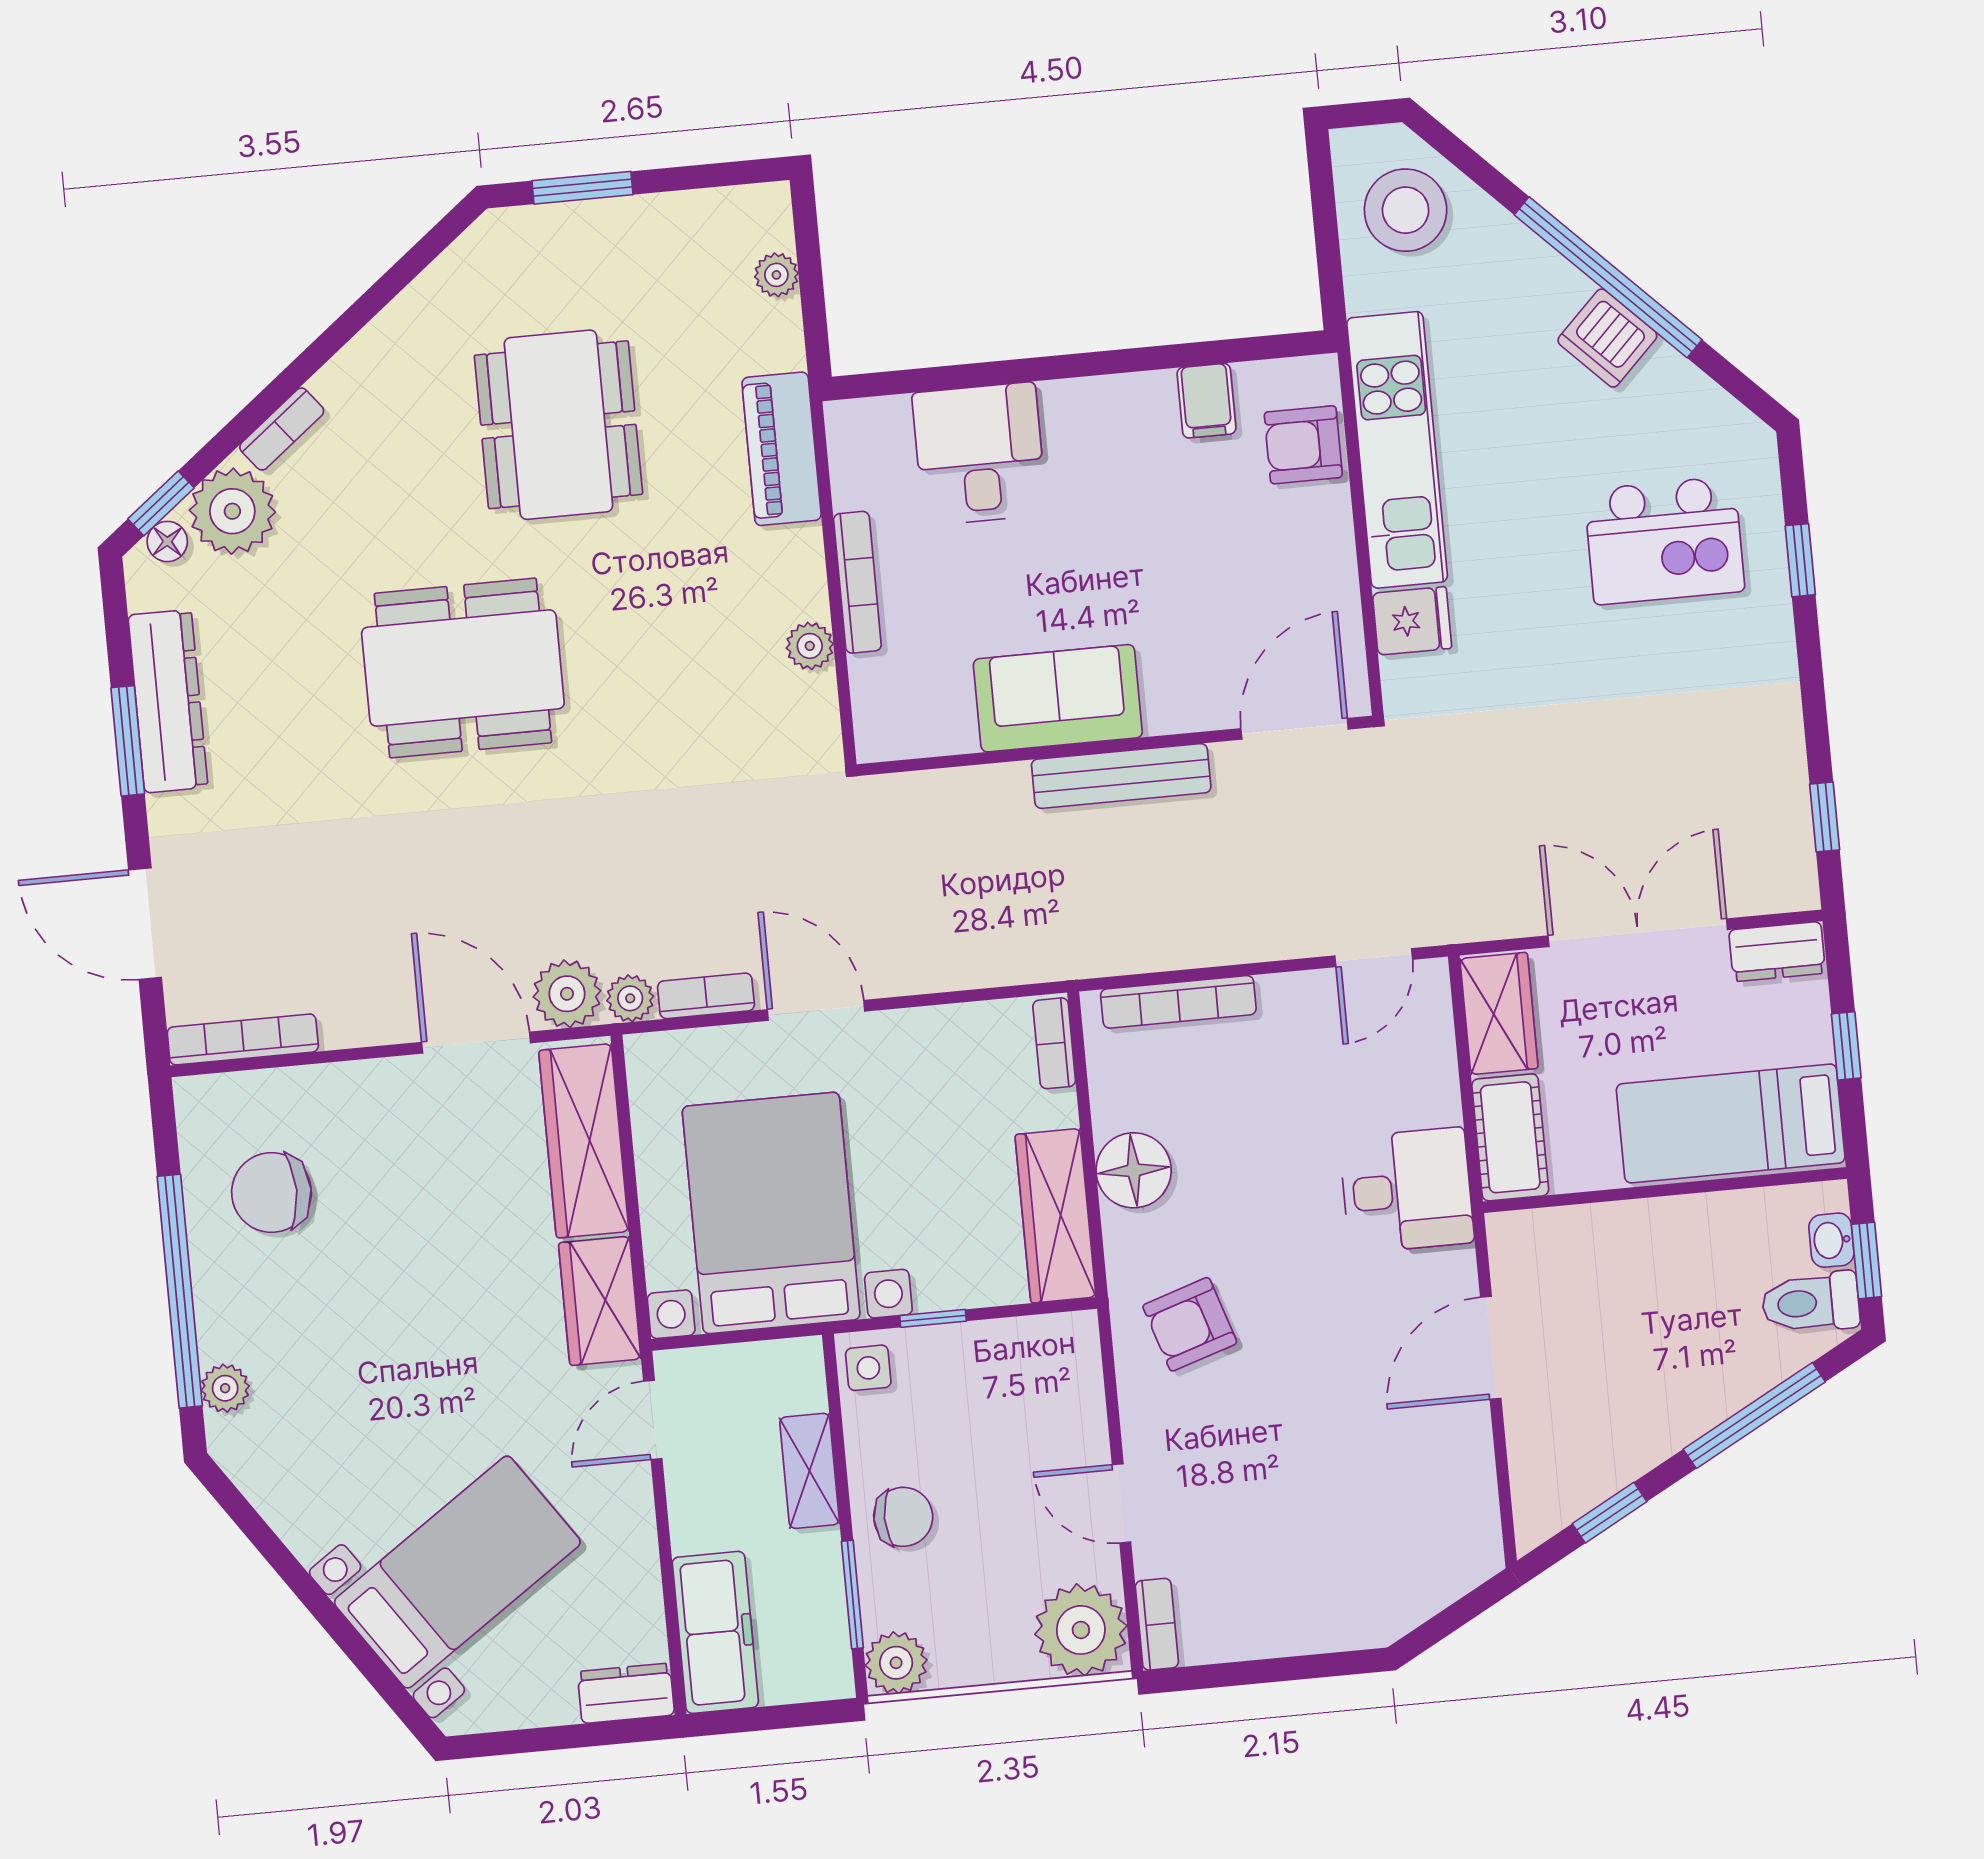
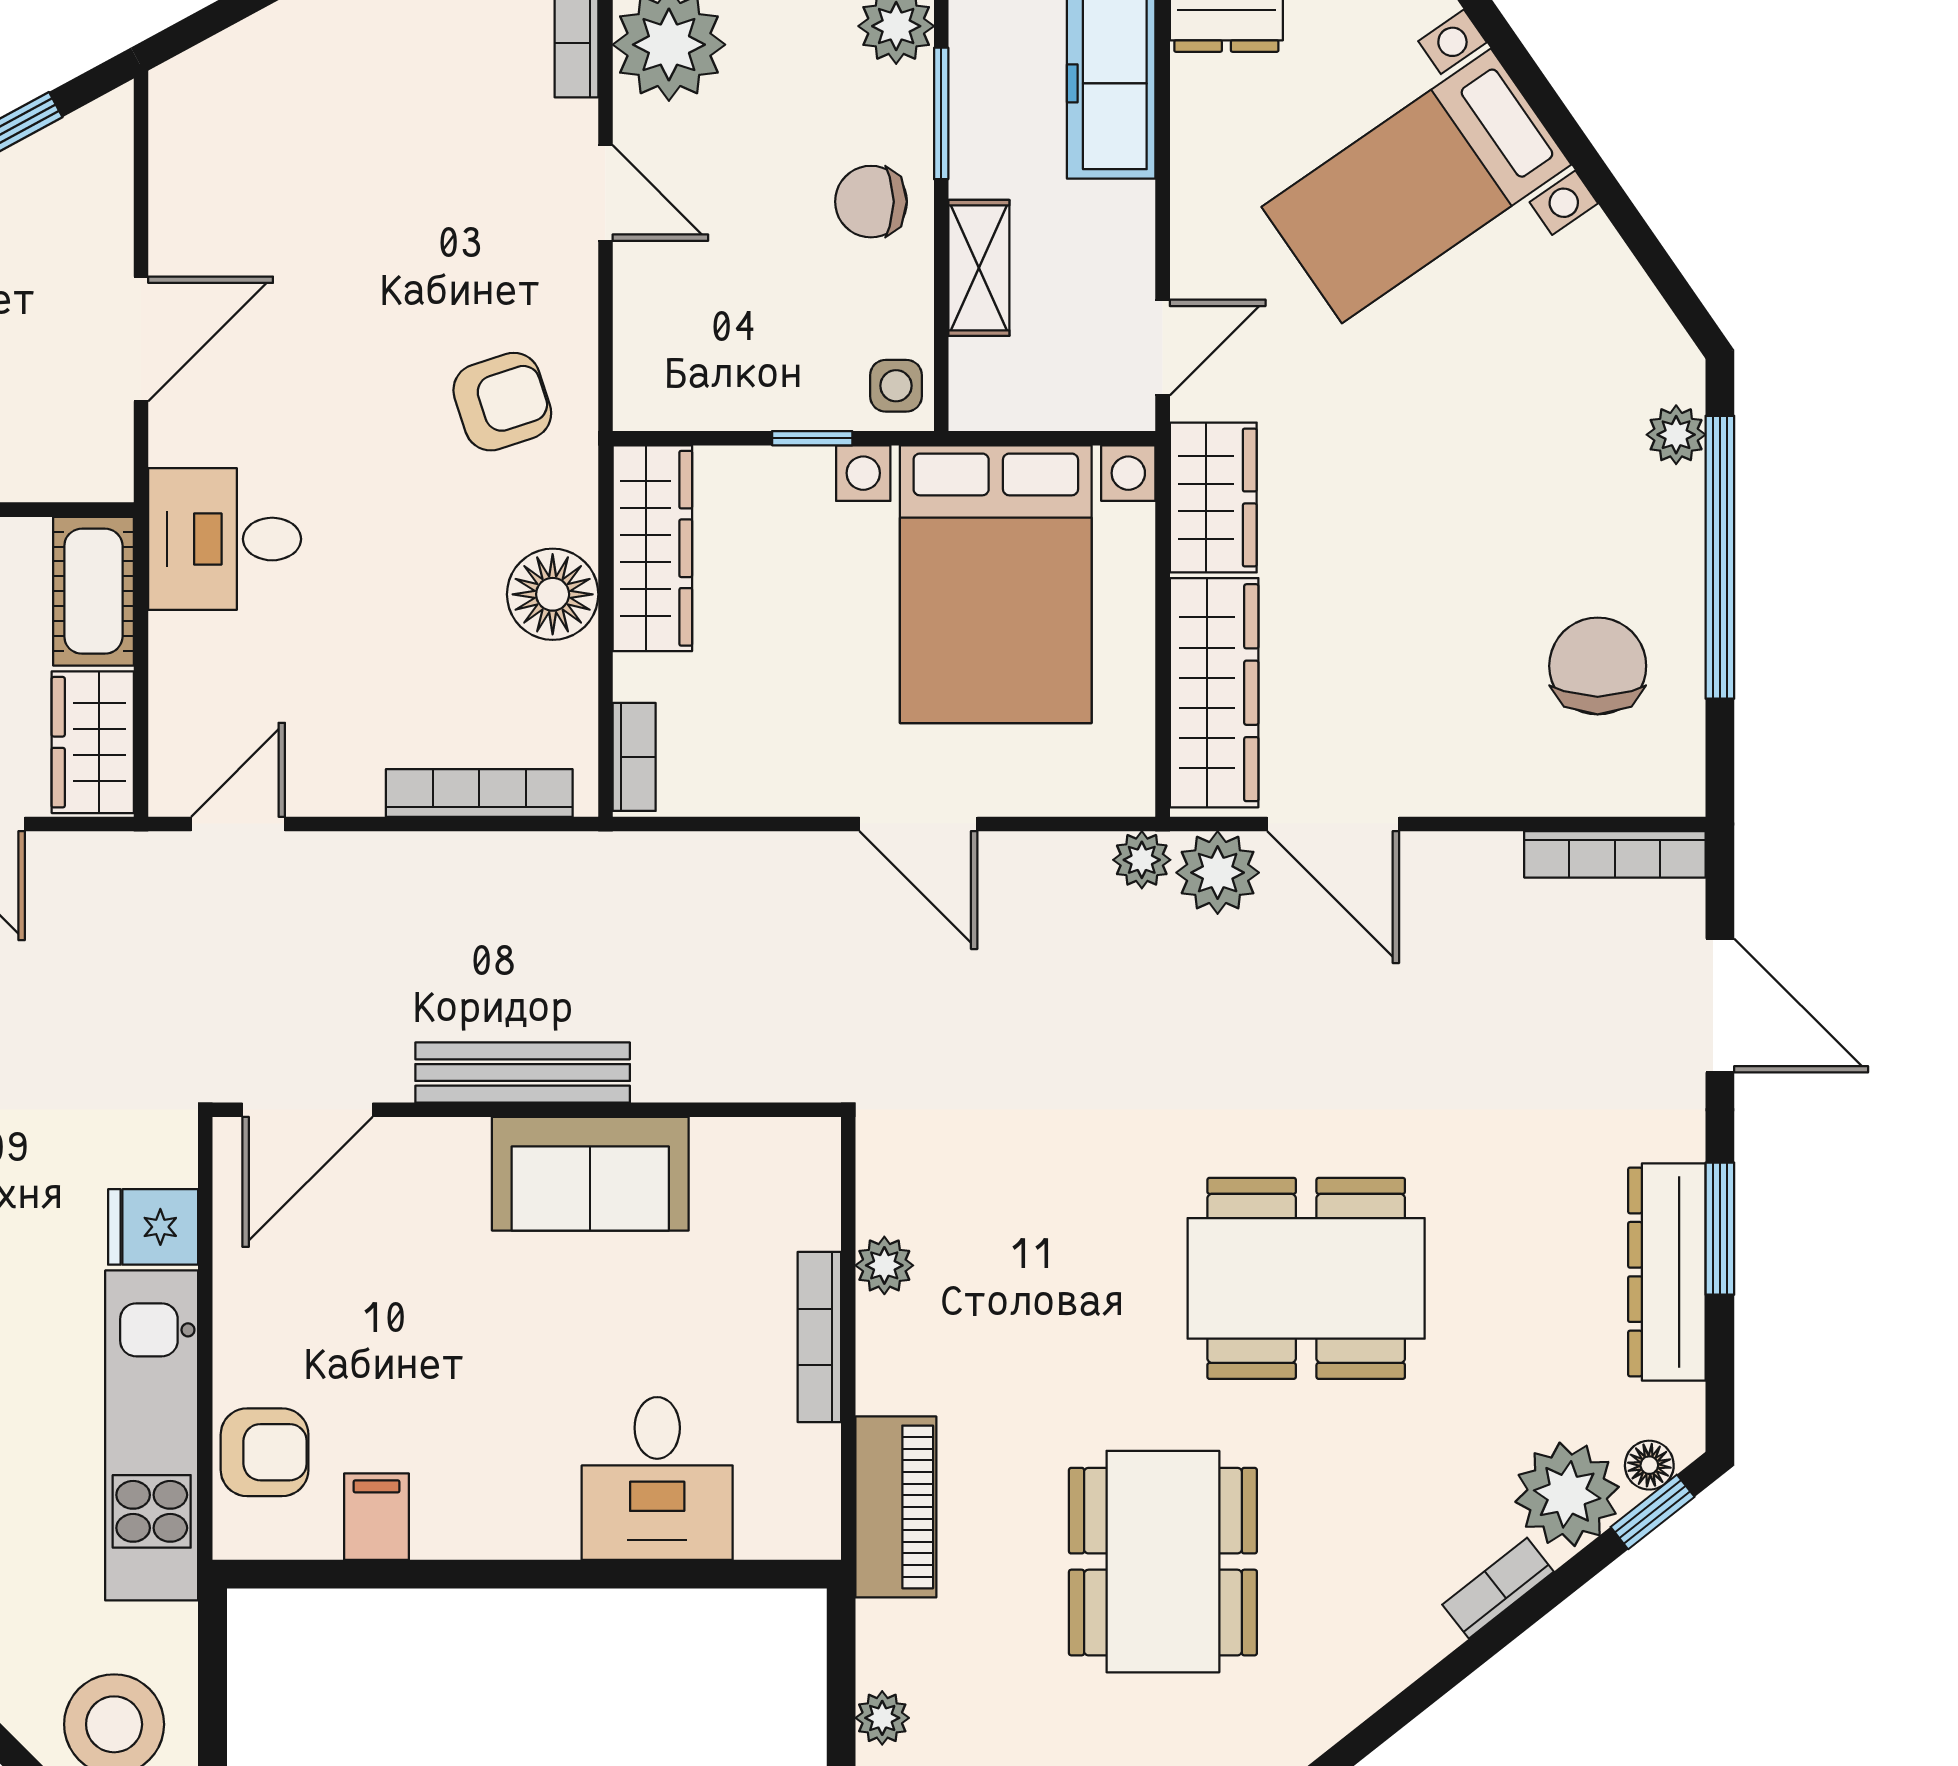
bookcase: (706, 996) -> (1050, 854), removed
chair: (271, 1193) -> (1598, 666), turned -90

